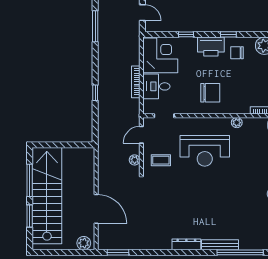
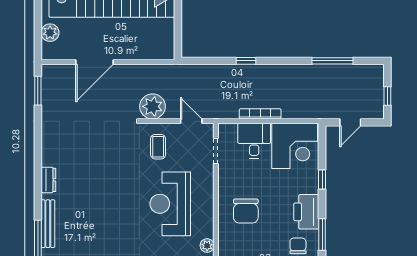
window: (228, 34) -> (322, 235), width x1.50
plant: (135, 160) -> (153, 106), width x1.87, depth x1.87
plant: (84, 243) -> (50, 33), moved
dresser: (186, 244) -> (48, 180), width x0.70

